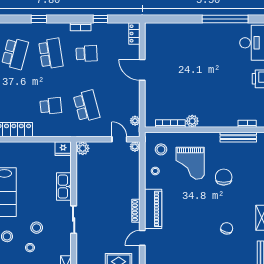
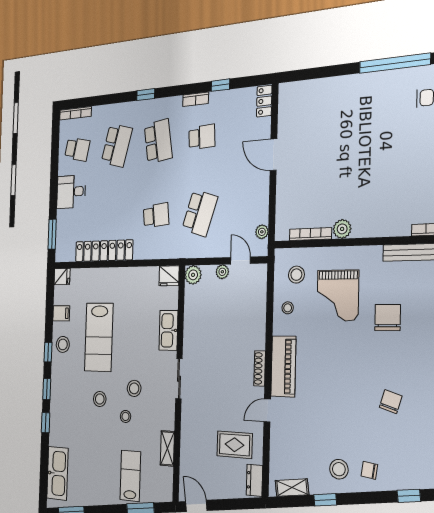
school desk: (87, 106) -> (200, 213), turned 33
plant: (135, 147) -> (222, 272), moved

